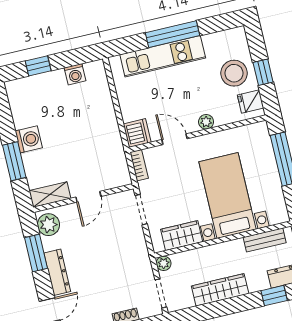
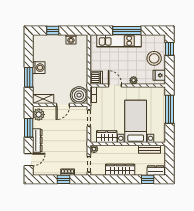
window: (263, 72) -> (169, 49), moved
boiler: (113, 172) -> (79, 95), added

